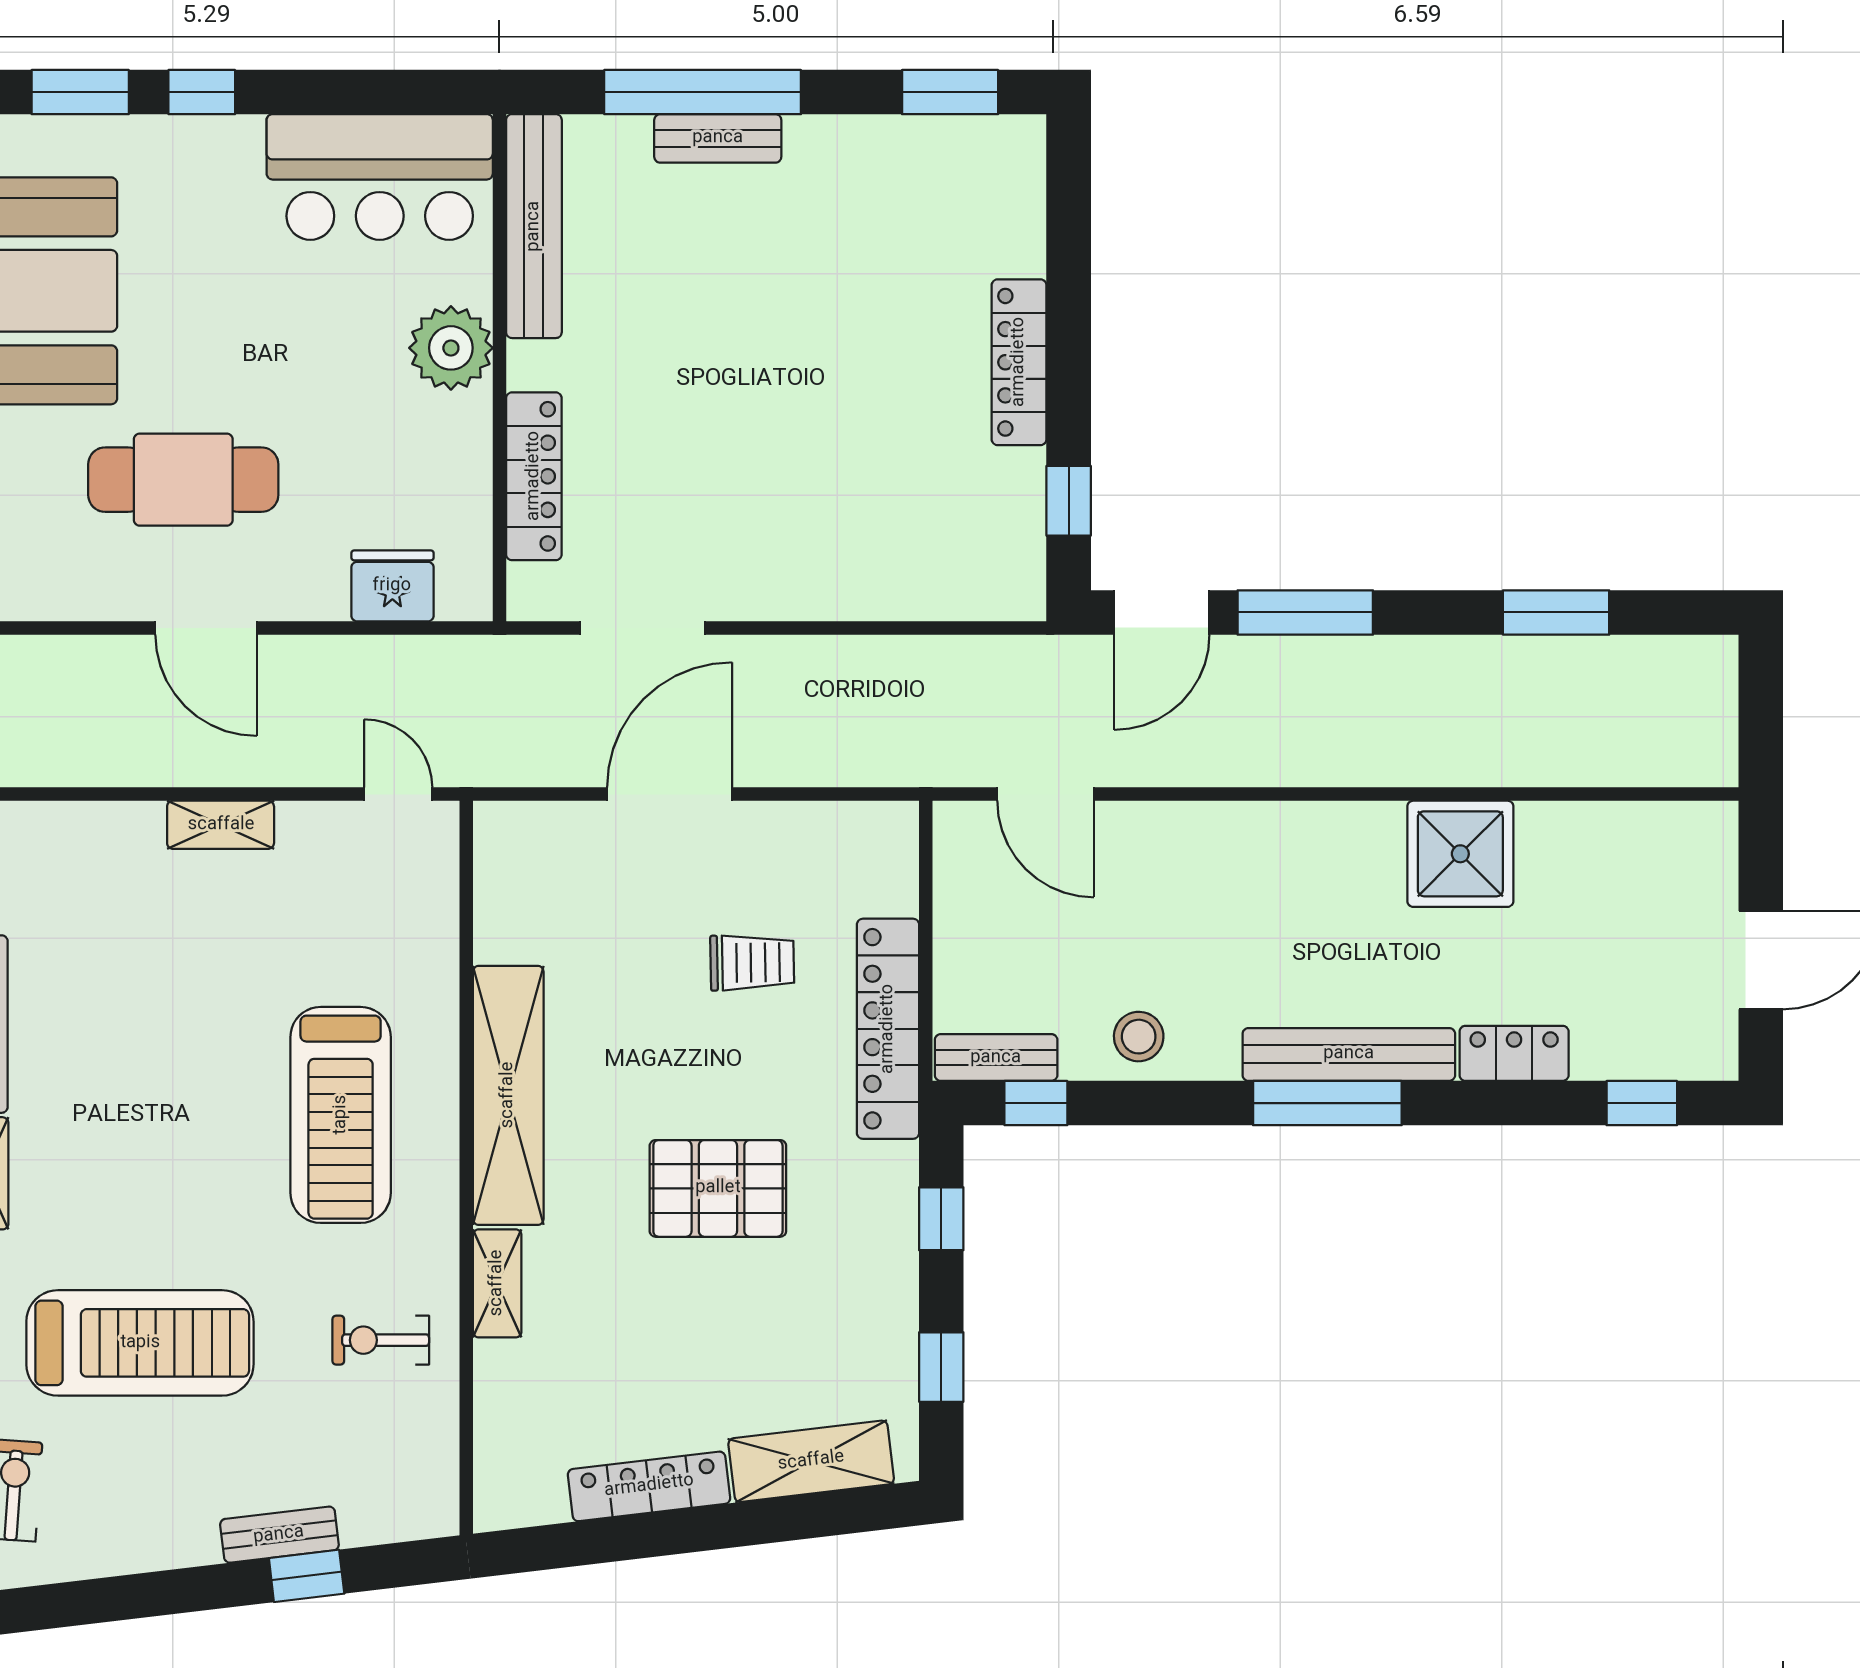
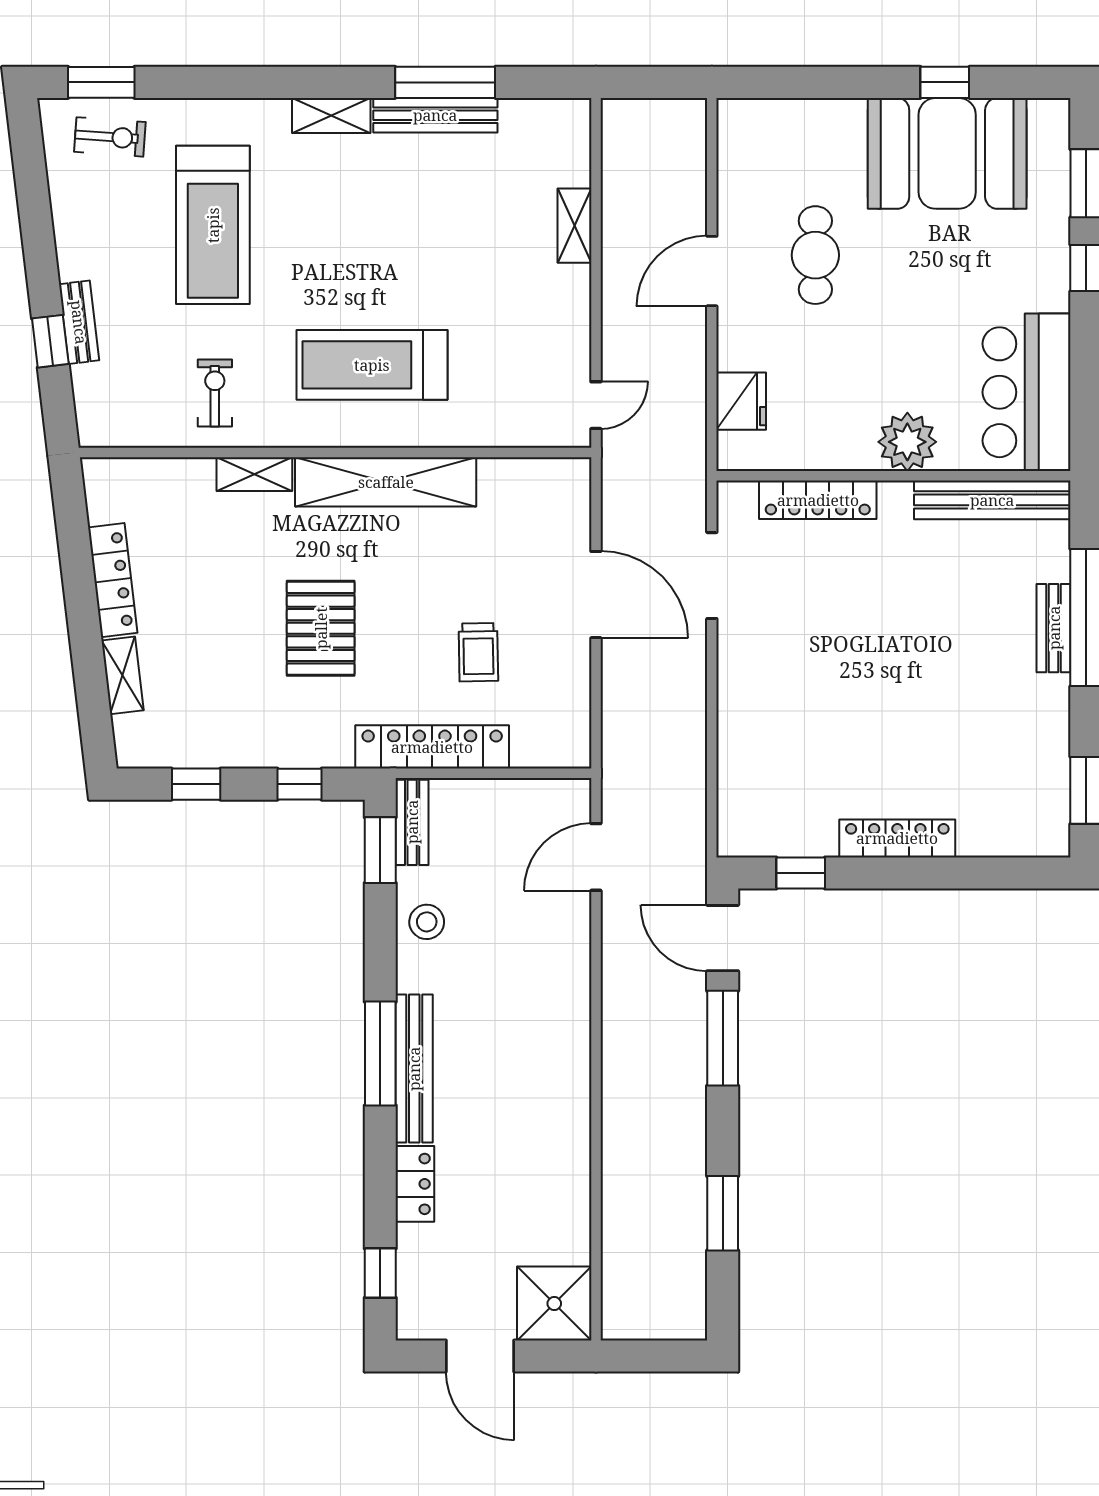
cafe table: (183, 480) -> (815, 255), width x0.73, depth x0.74
shelving: (221, 825) -> (574, 226), moved
shower: (1460, 854) -> (554, 1304), moved
window: (1036, 1103) -> (380, 850), width x1.50
shelving: (811, 1461) -> (122, 675), width x0.67, depth x0.75

